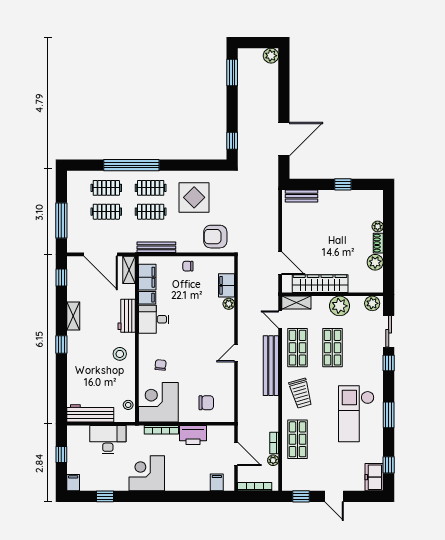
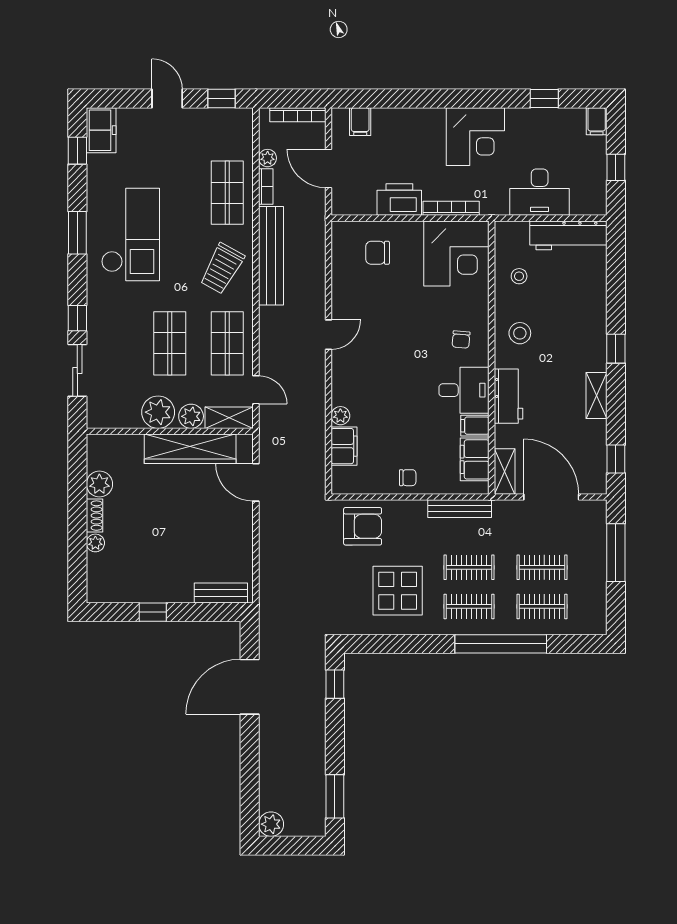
plant: (372, 303) -> (191, 416), moved
chair: (161, 365) -> (461, 340), moved
bench: (271, 366) -> (271, 256), moved
trolley: (301, 393) -> (222, 268), turned -135
stool: (128, 405) -> (519, 276), moved

